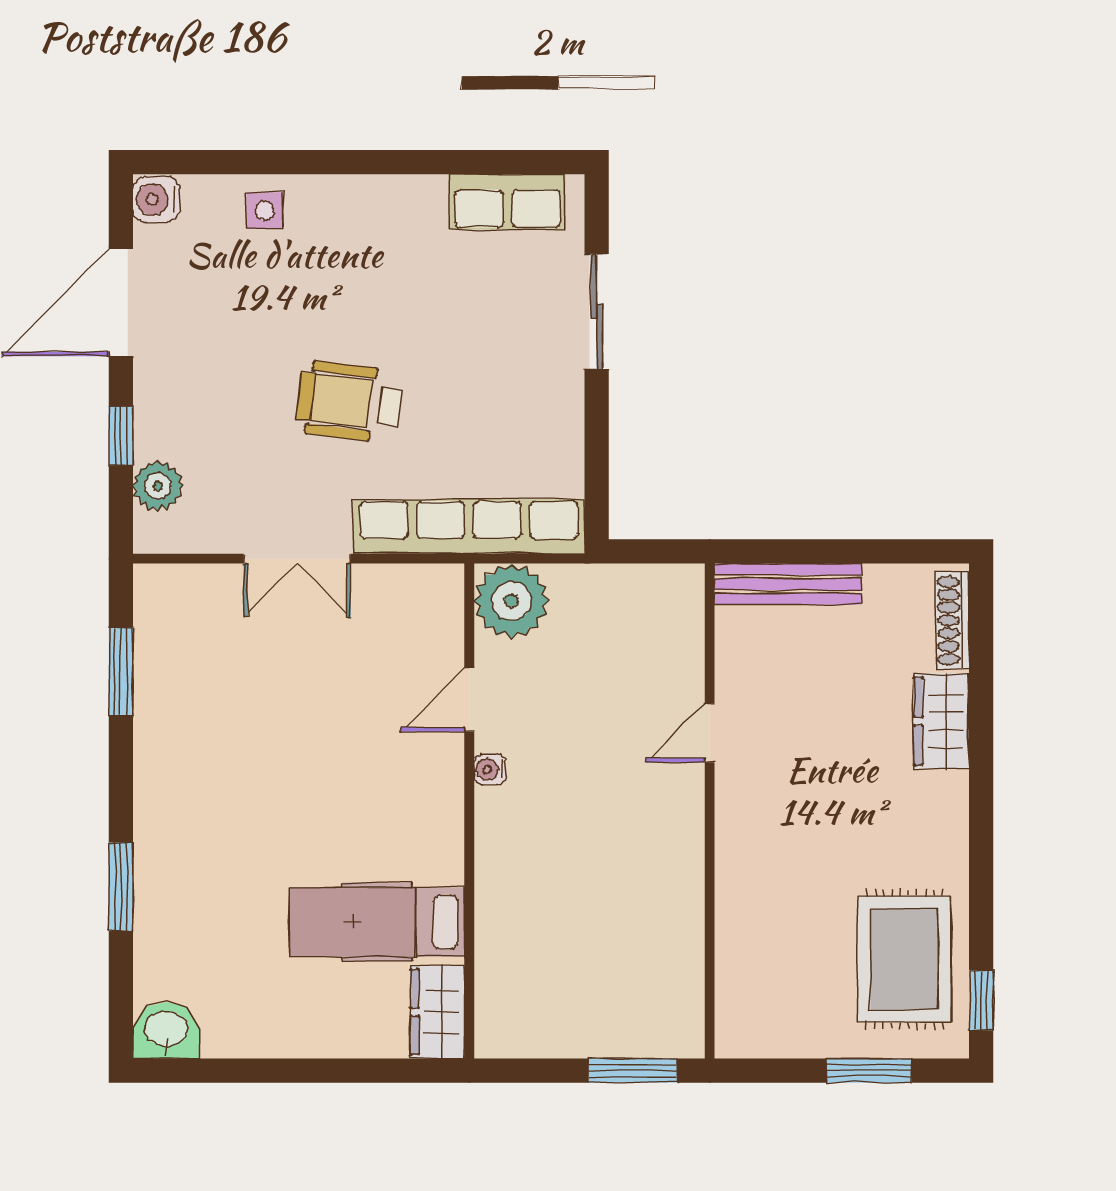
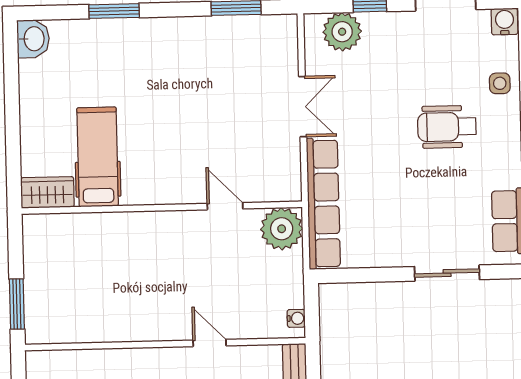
wheelchair: (349, 402) -> (447, 127), moved, turned -97
plant: (158, 486) -> (342, 32), width x1.36, depth x1.36
double door: (297, 559) -> (303, 107), swing flipped
water cooler: (490, 769) -> (296, 318), moved, turned 90

